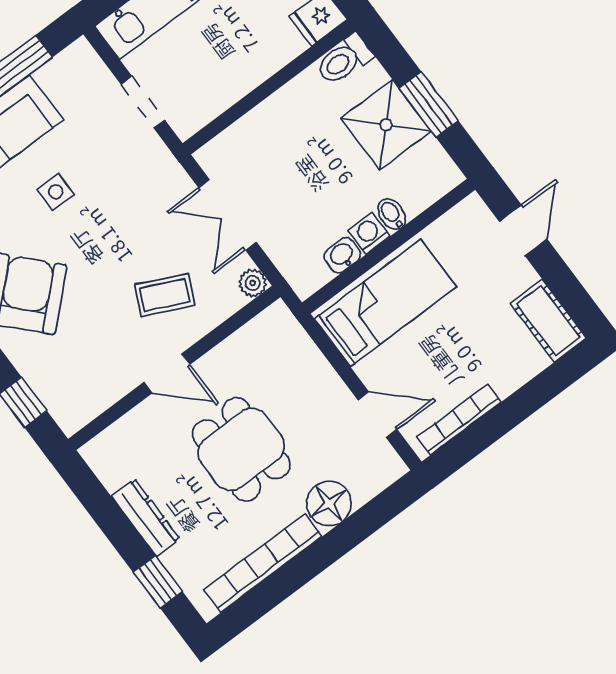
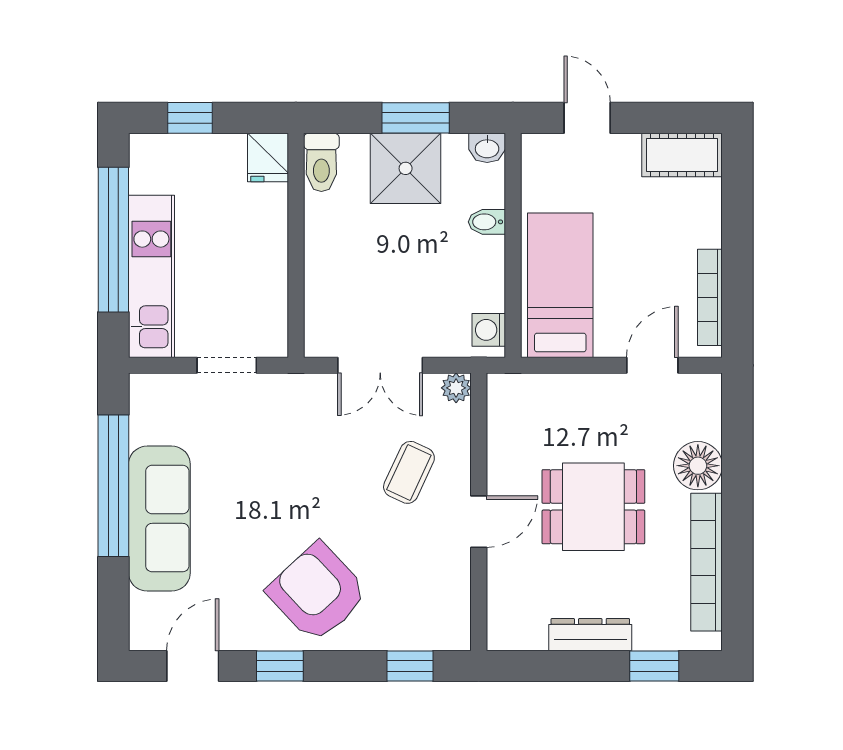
side table: (56, 192) -> (248, 500), removed
washing machine: (369, 233) -> (489, 330), moved
washbasin: (342, 255) -> (487, 148), moved, turned -90

